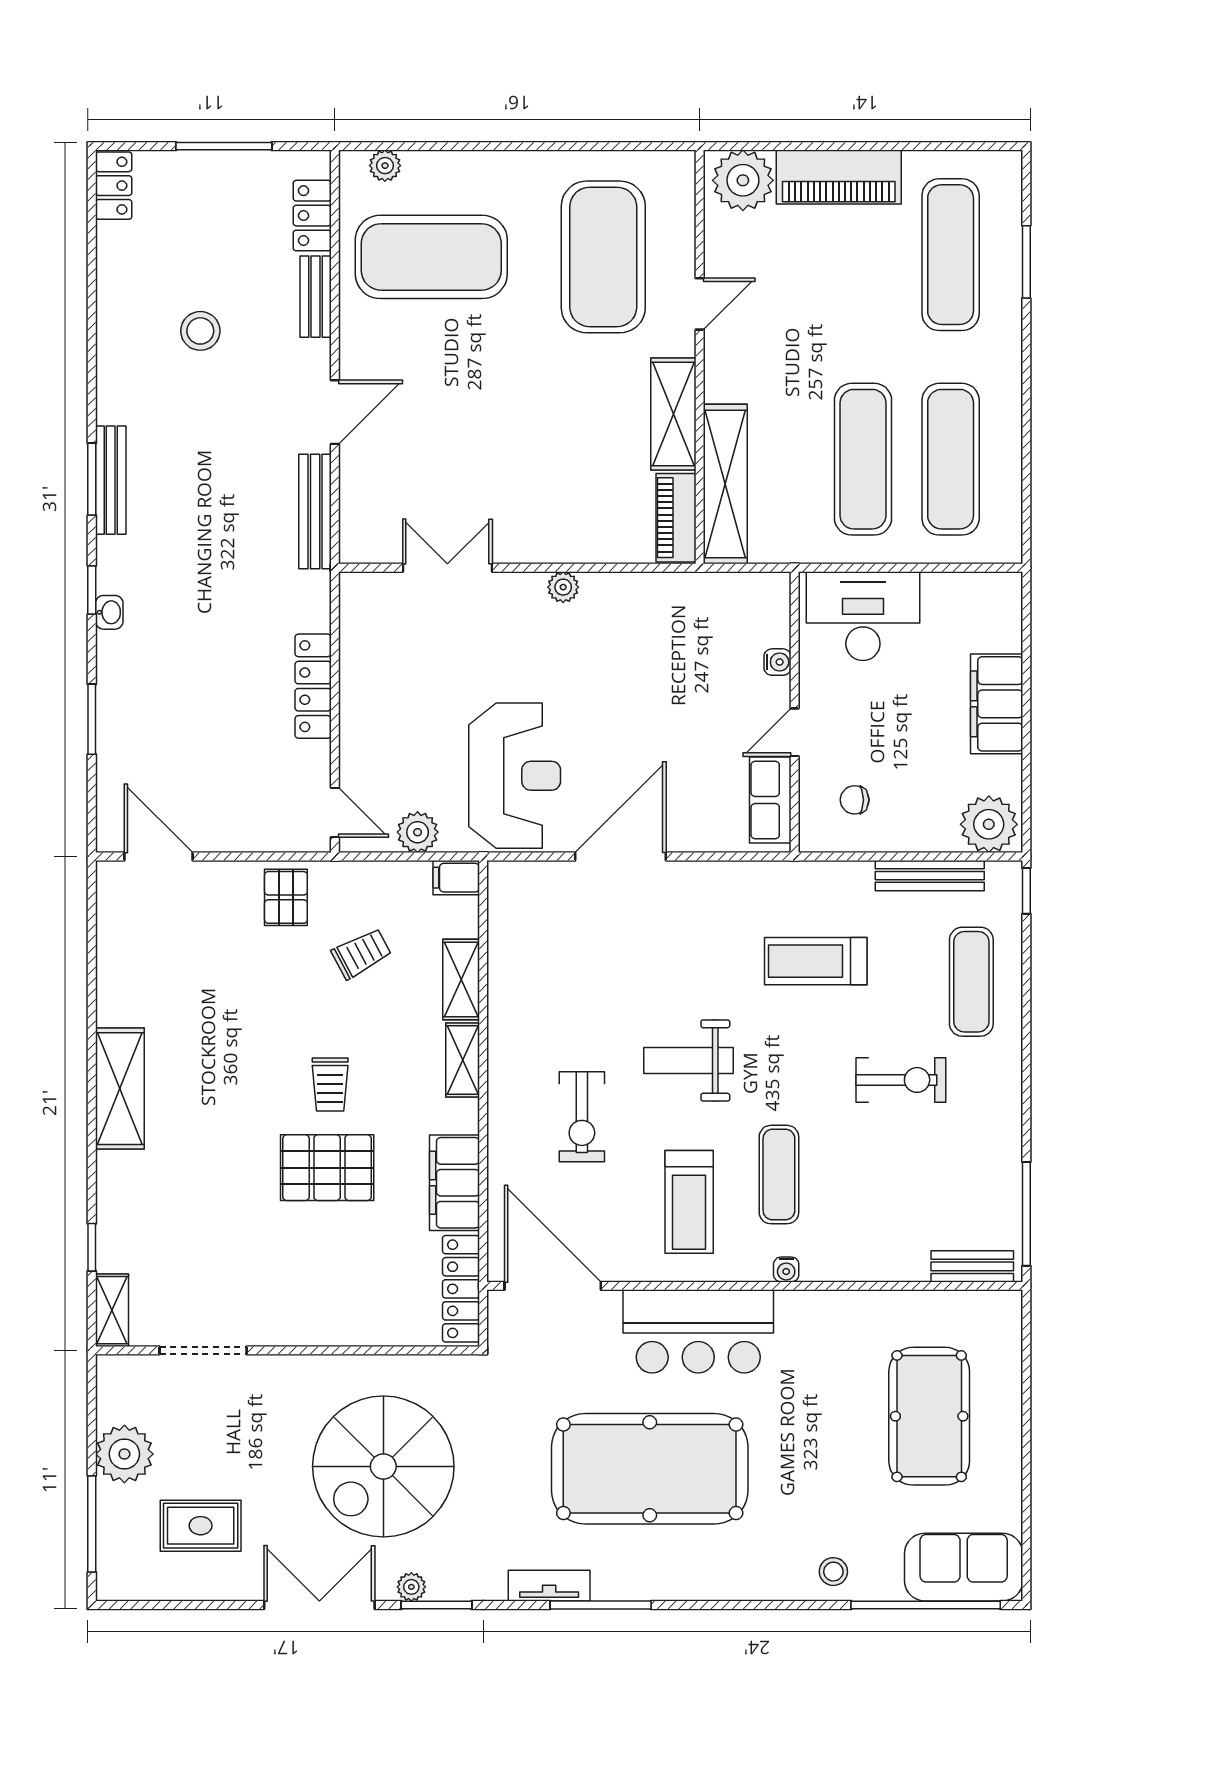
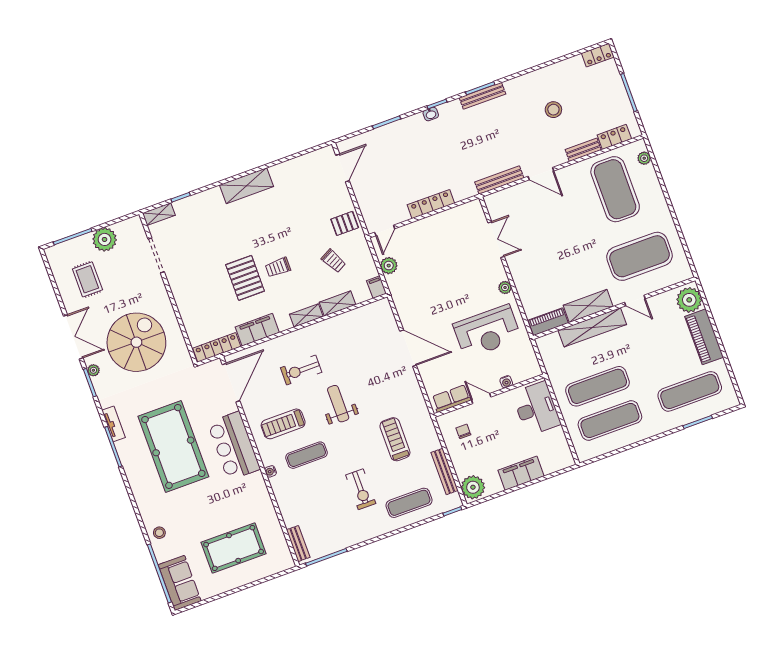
shelving: (725, 484) -> (592, 327), moved
reception desk: (515, 776) -> (487, 332), moved
spiral stairs: (383, 1466) -> (136, 342), turned 90

